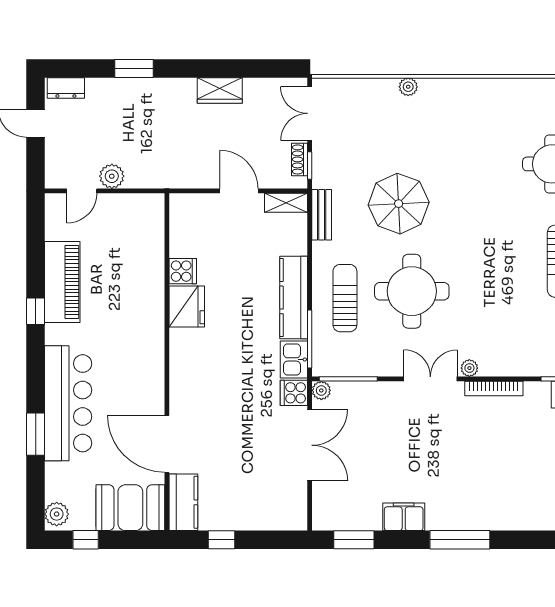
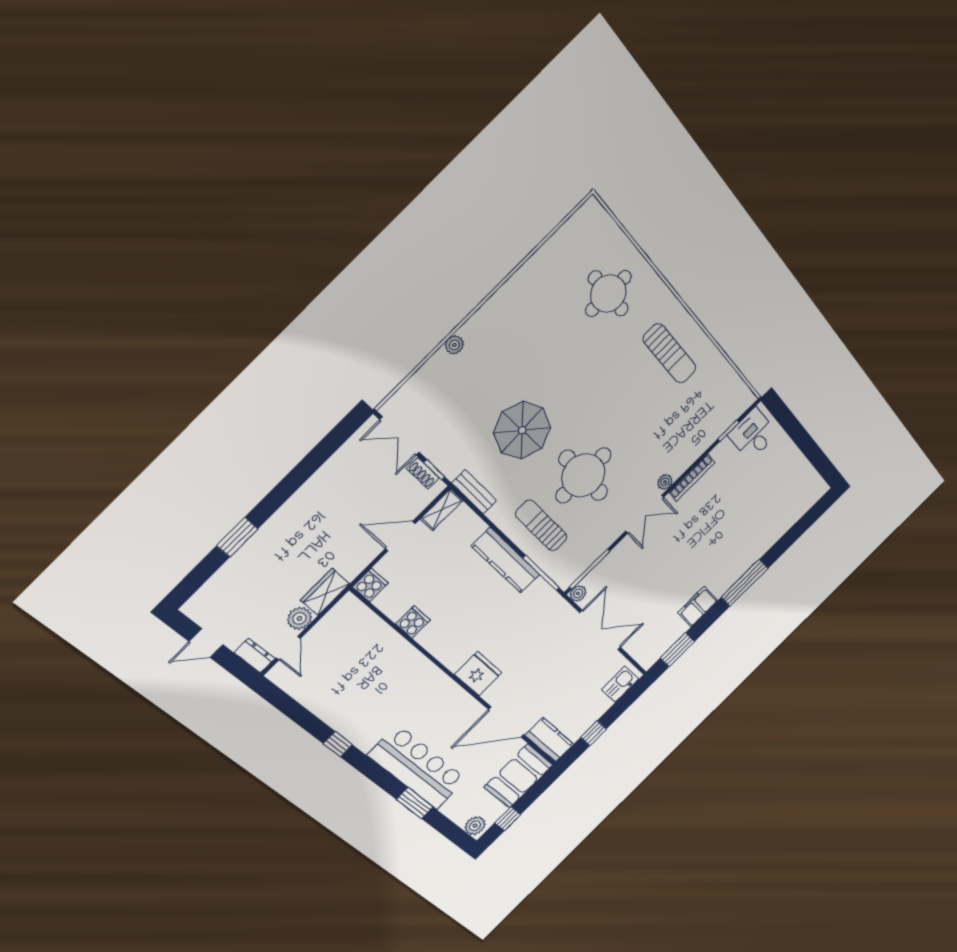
dresser: (66, 88) -> (254, 656), moved, turned -90
wardrobe: (220, 90) -> (325, 592), moved, turned 180
piano: (62, 282) -> (337, 711), removed
fridge: (187, 306) -> (478, 674), moved
kitchen sink: (294, 359) -> (620, 684), moved, turned 90
double door: (430, 379) -> (645, 514), swing flipped
cooker: (294, 393) -> (370, 585), moved, turned 180

